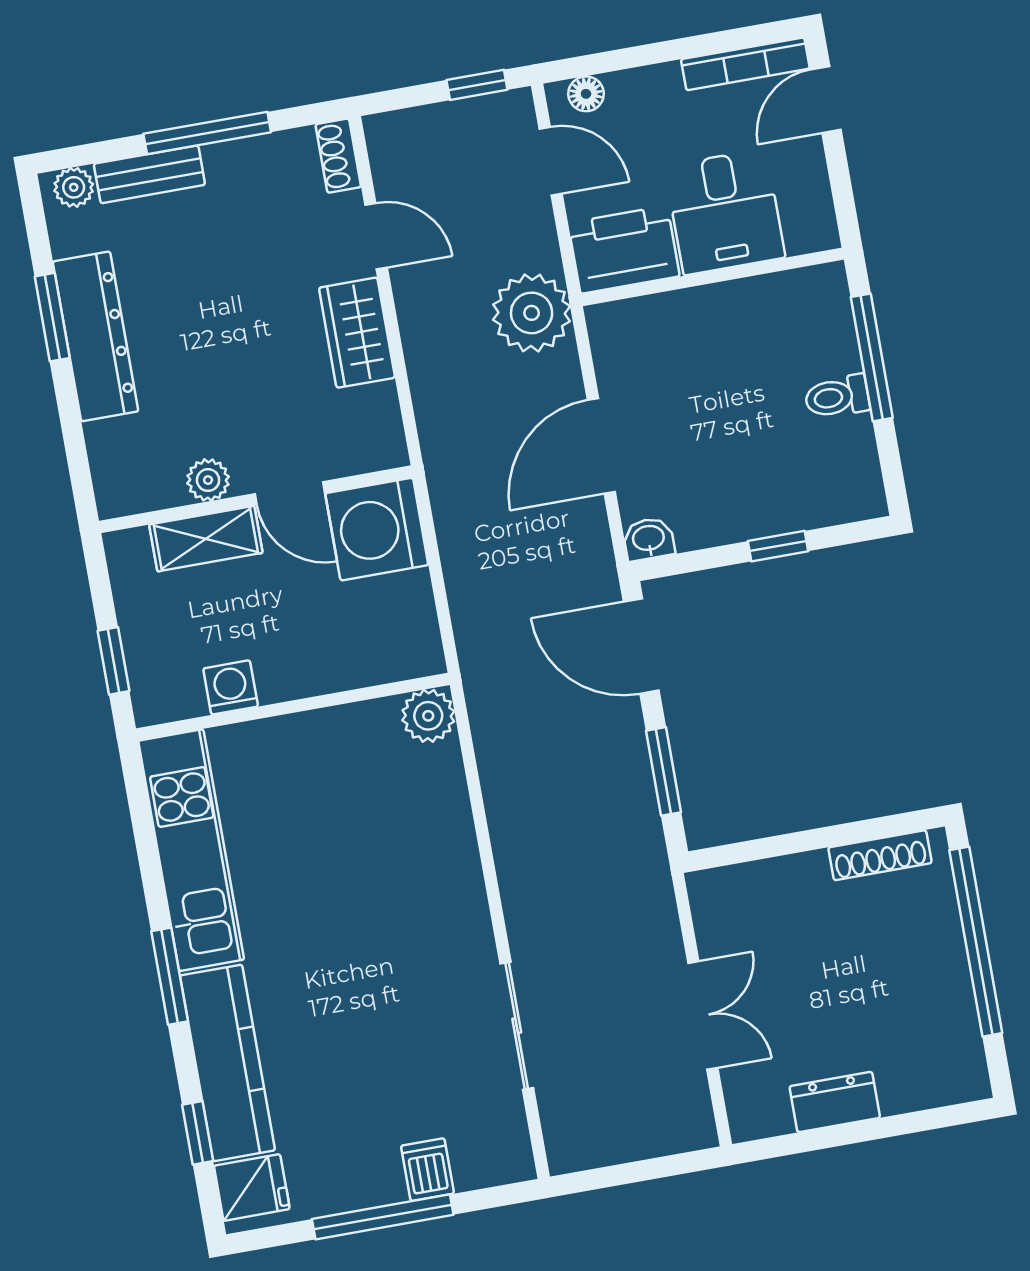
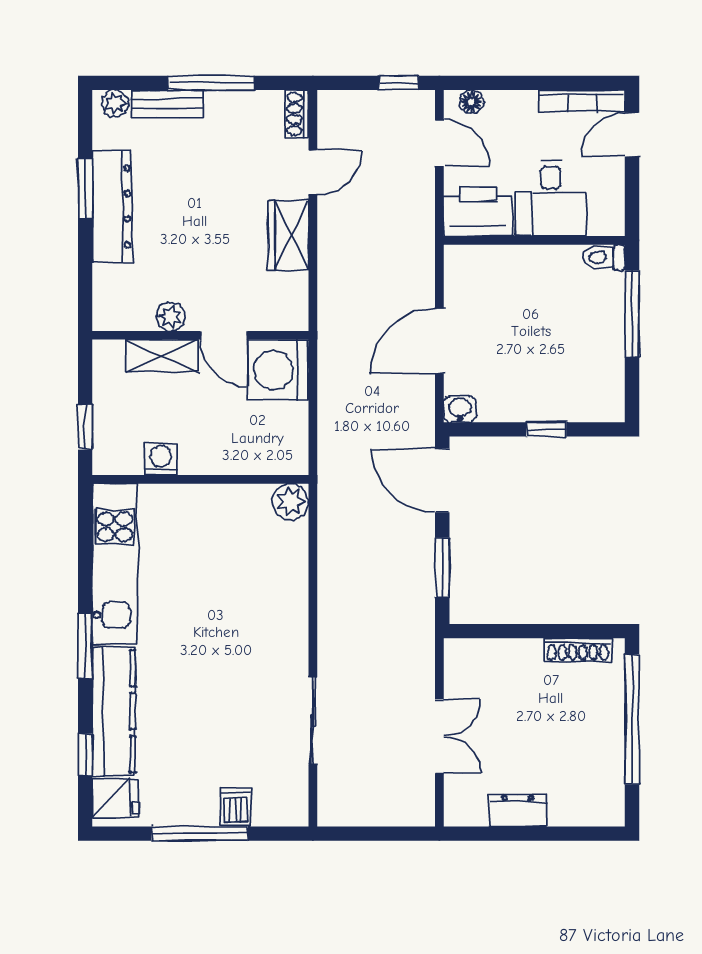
door: (376, 236) -> (313, 173), hinge flipped
plant: (532, 313) -> (408, 243), removed
toilet: (837, 397) -> (604, 258), moved

